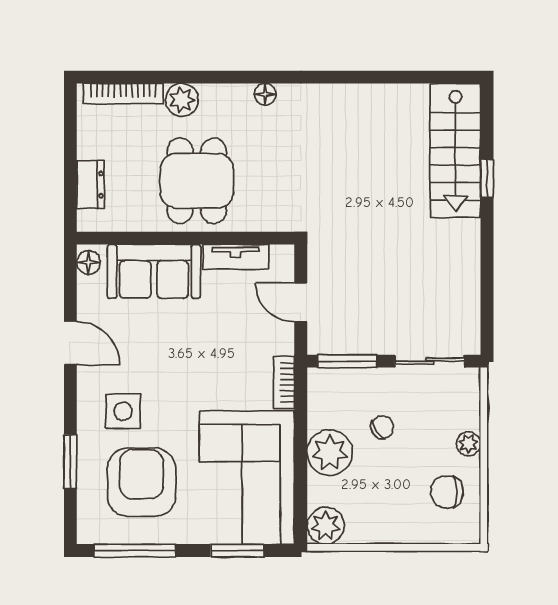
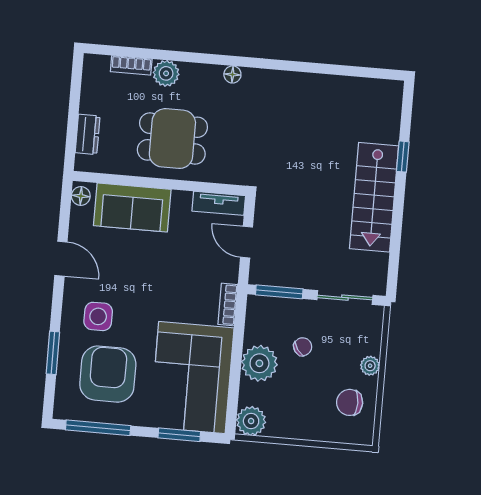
bookcase: (123, 94) -> (131, 65), width x0.64
stairs: (455, 150) -> (374, 197), moved
dining table: (197, 181) -> (172, 139), turned 90
tv unit: (236, 257) -> (219, 203), moved

